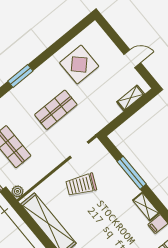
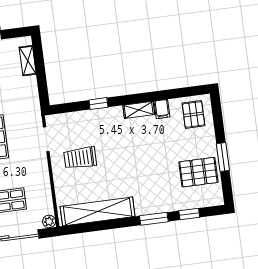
window: (132, 173) -> (98, 104), width x0.46
trolley: (81, 185) -> (80, 158), turned 65

